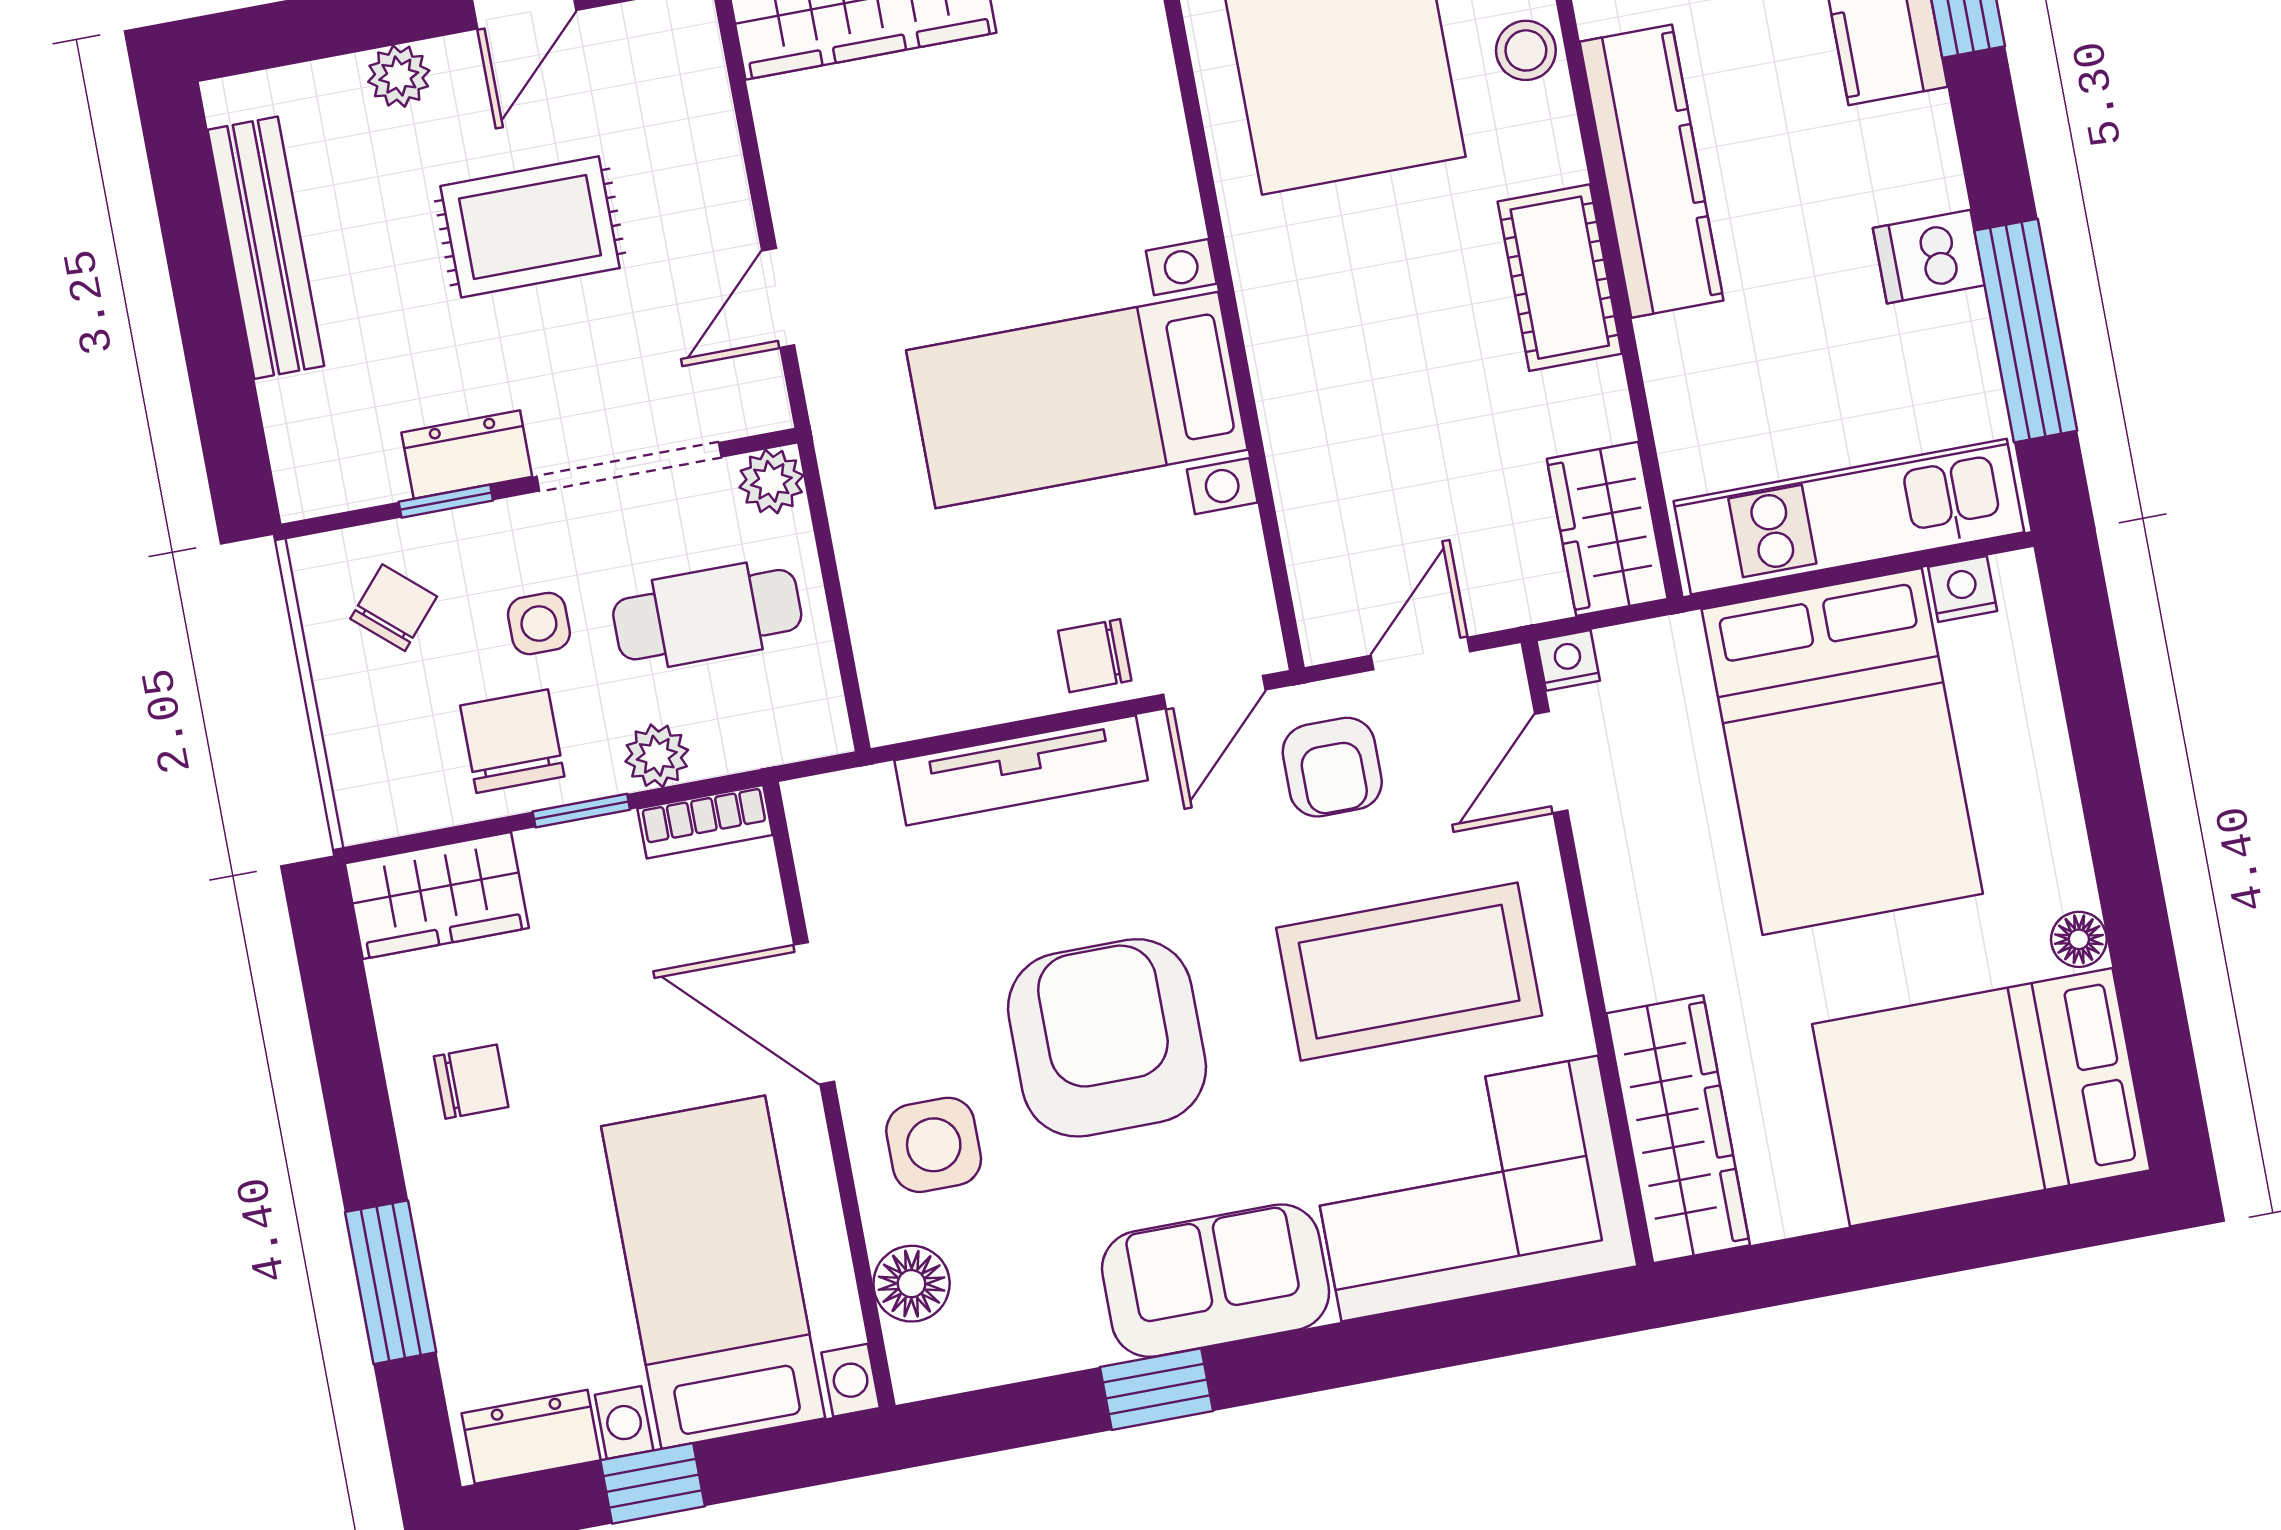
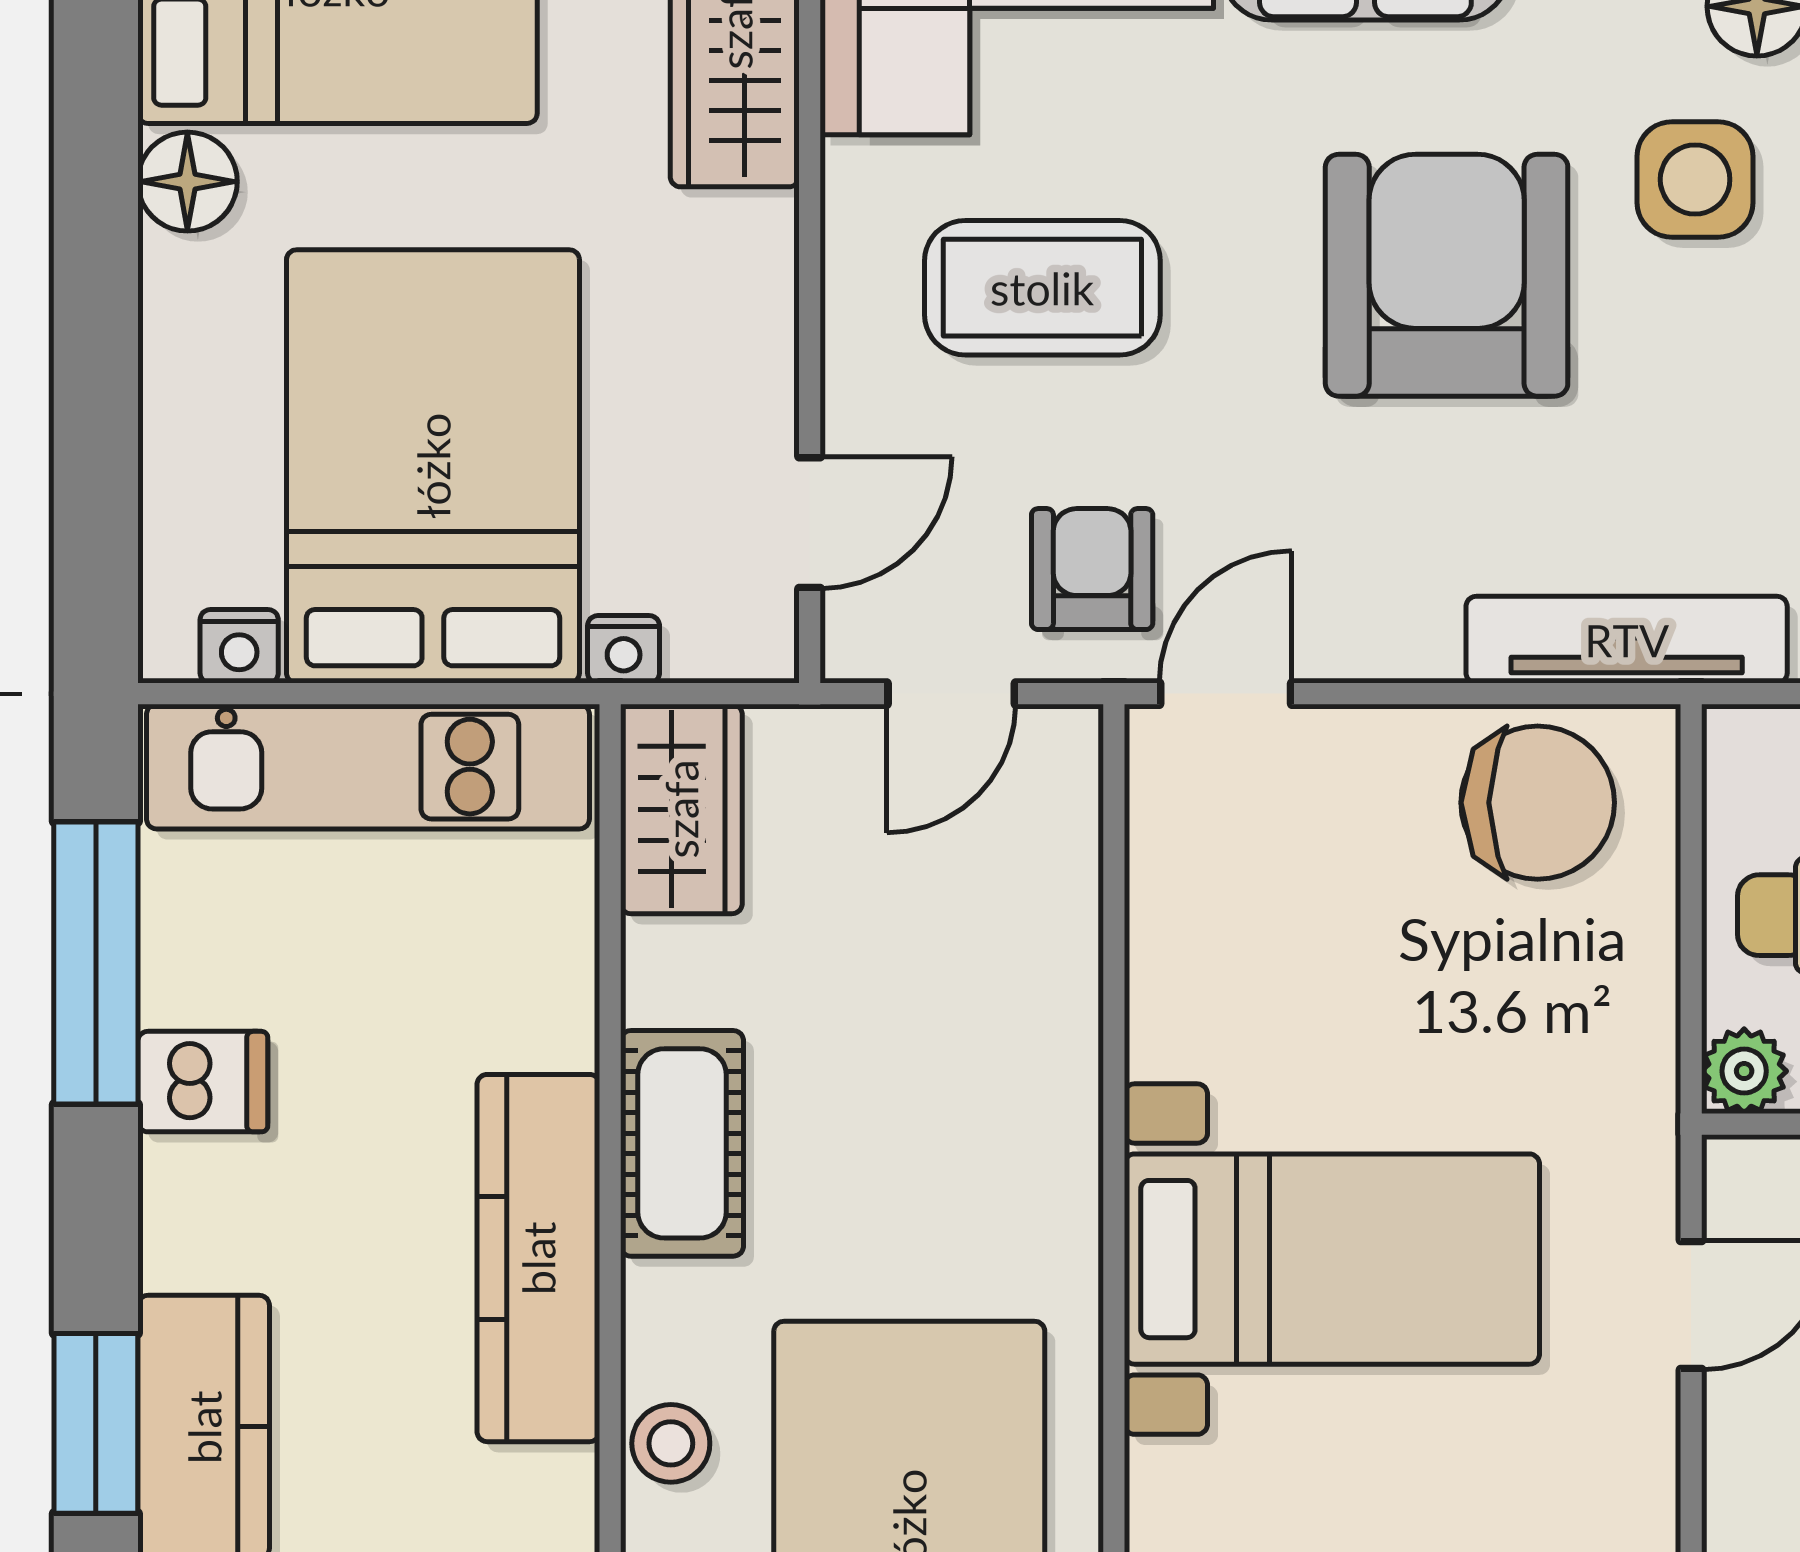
bed with nightstands: (1077, 400) -> (1332, 1259), moved
chair: (1095, 656) -> (1538, 803), moved, width x1.87, depth x1.87
nightstand: (1568, 660) -> (624, 649), moved
tv unit: (1021, 770) -> (1627, 640), moved
floor lamp: (2079, 939) -> (187, 182), width x1.37, depth x1.37
coffee table: (1409, 972) -> (1042, 288), width x0.73, depth x0.76
armchair: (1107, 1038) -> (1447, 275), turned 180

